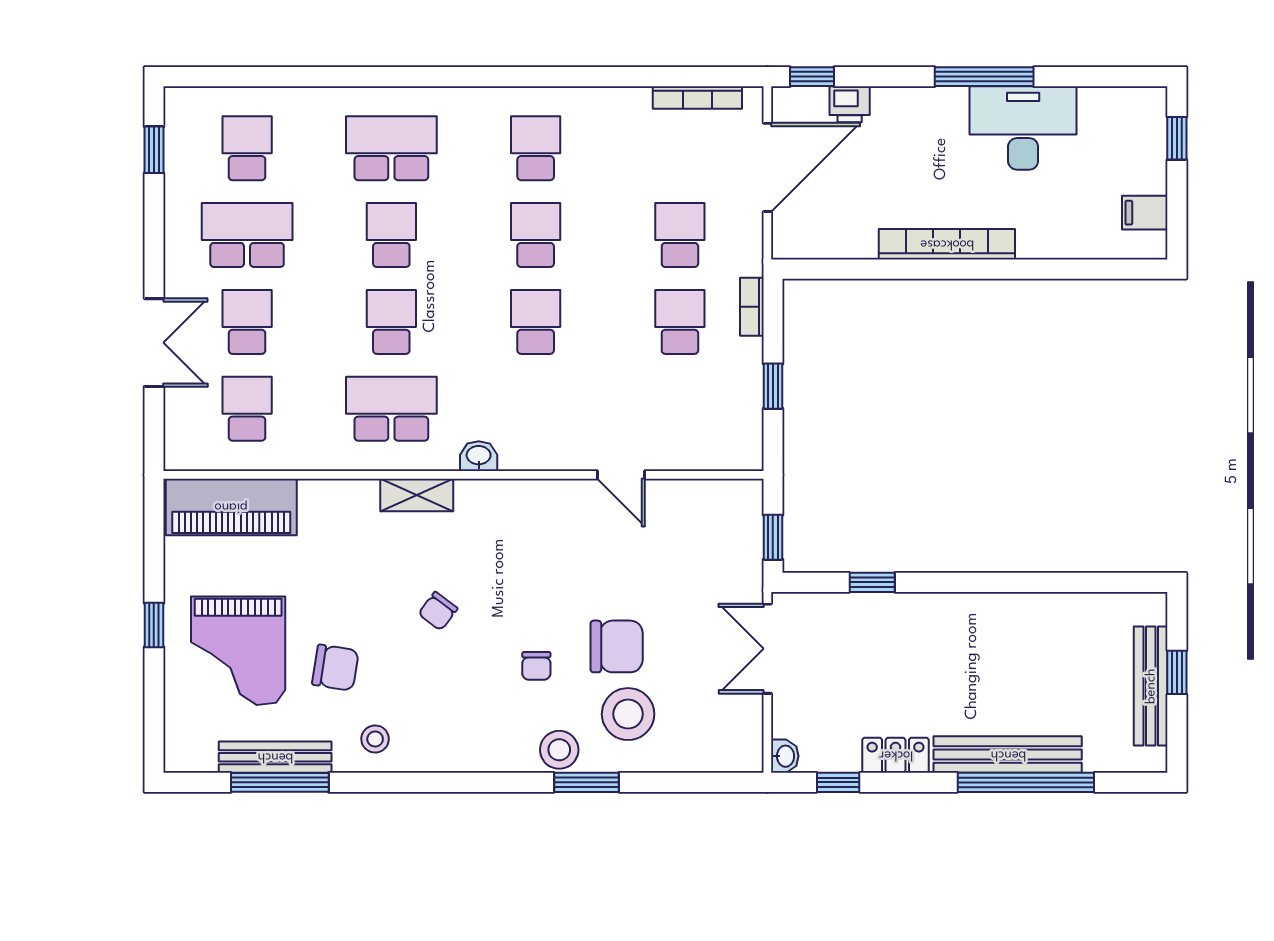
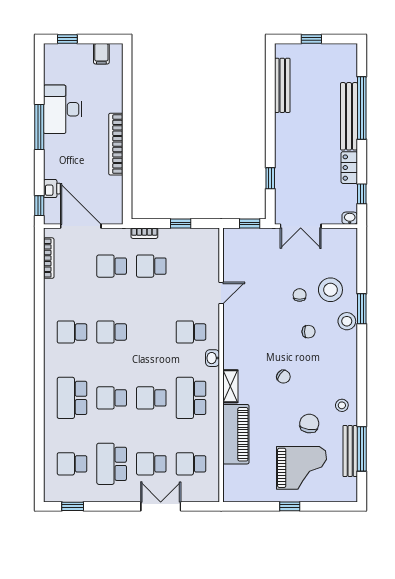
school desk: (536, 322) -> (191, 332), moved
piano: (231, 507) -> (236, 434), moved
chair: (617, 646) -> (300, 295), width x0.54, depth x0.54
bench: (1151, 686) -> (282, 85), moved, turned 90

